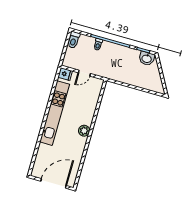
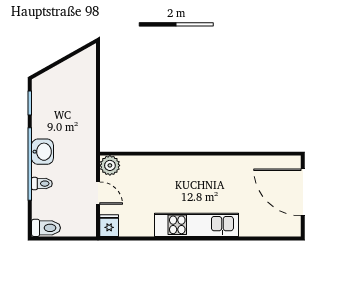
washbasin: (147, 58) -> (42, 152), moved
kitchen unit: (55, 113) -> (197, 225), width x0.73
plant: (84, 131) -> (110, 165), moved

